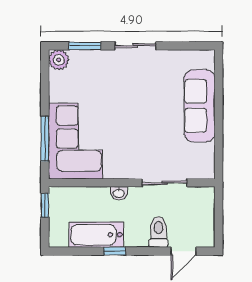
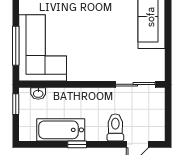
sliding door: (165, 183) -> (135, 84), moved
washbasin: (119, 193) -> (38, 93), moved

